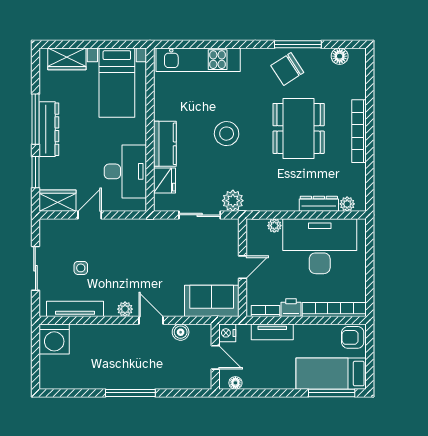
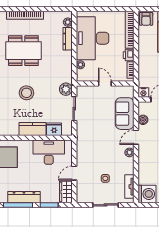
door: (90, 215) -> (74, 173), hinge flipped
sofa: (212, 301) -> (125, 114), moved
tv unit: (75, 309) -> (129, 187), width x0.71
tv unit: (272, 332) -> (143, 66), removed

